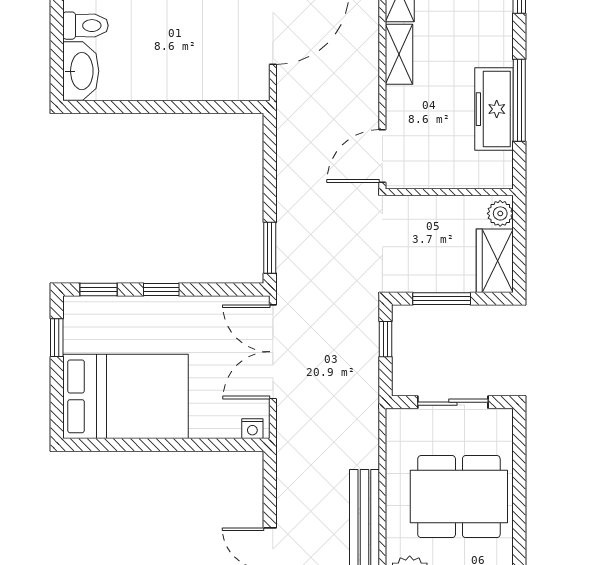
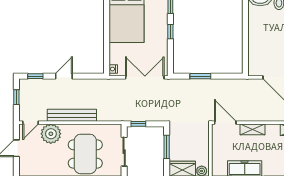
shelving: (399, 54) -> (253, 129), moved
window: (270, 248) -> (200, 76), moved
window: (385, 339) -> (138, 124), moved

